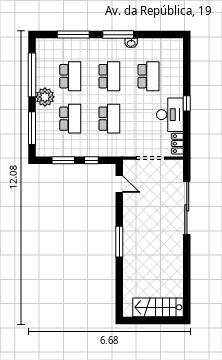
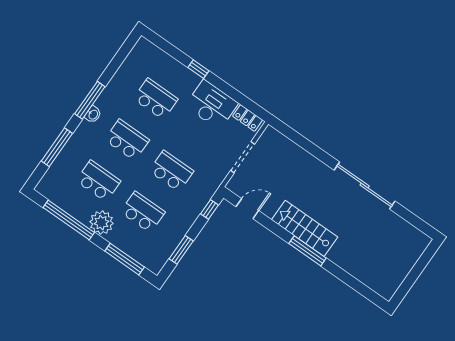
washbasin: (131, 43) -> (93, 114), moved
window: (187, 103) -> (198, 69), moved
window: (91, 160) -> (210, 209), moved
sliding door: (187, 208) -> (365, 186), moved
stairs: (158, 307) -> (305, 228), moved, turned 90

